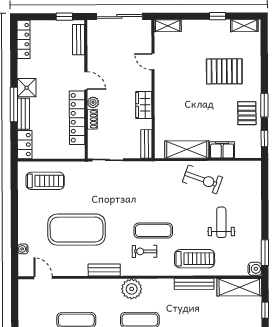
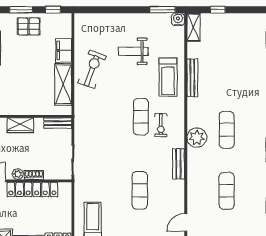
exercise mat: (77, 230) -> (140, 190), width x0.50, depth x0.69
treadmill: (195, 259) -> (168, 77), turned 180
shelving: (239, 287) -> (193, 27), width x0.67, depth x0.75

